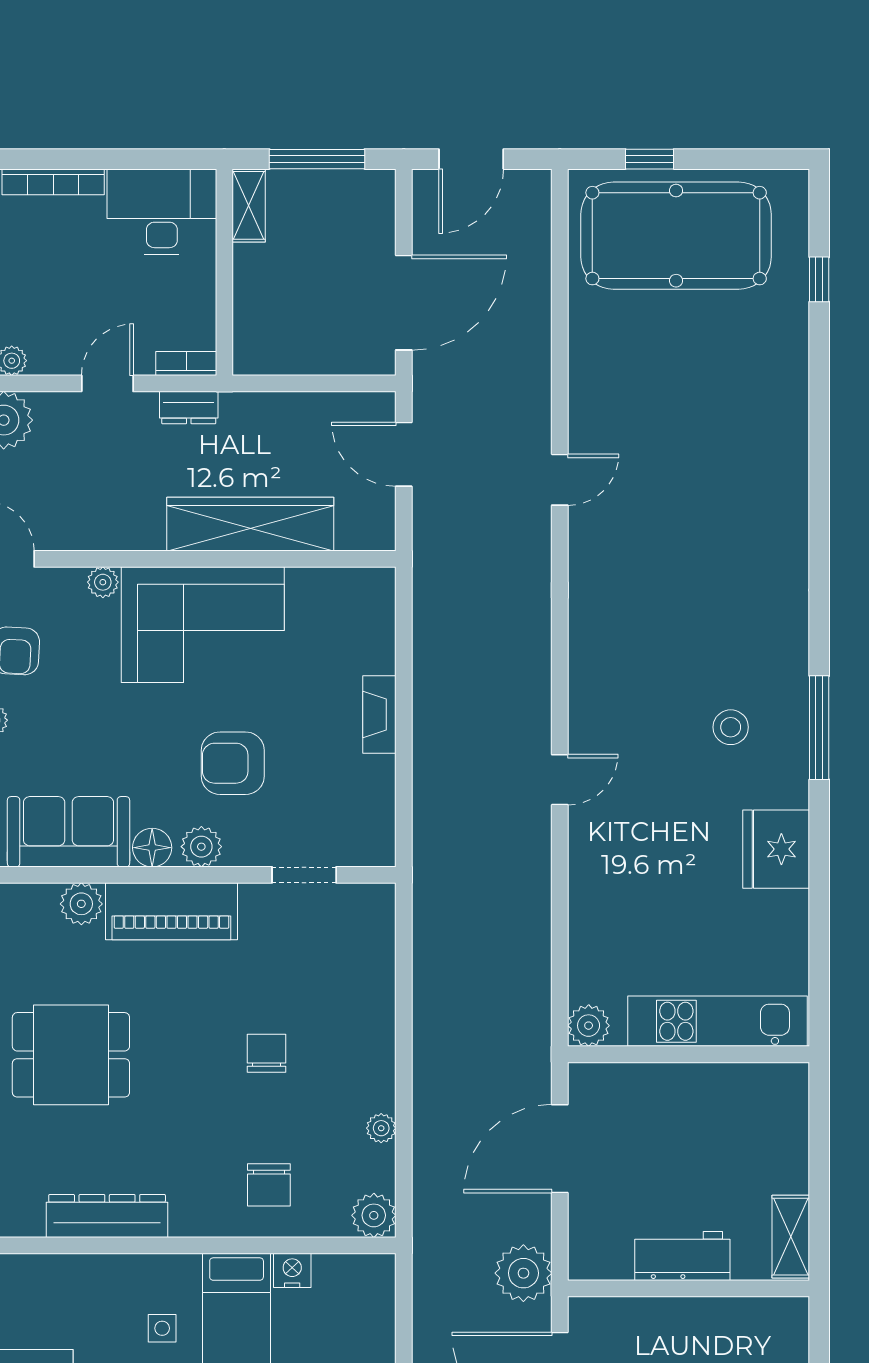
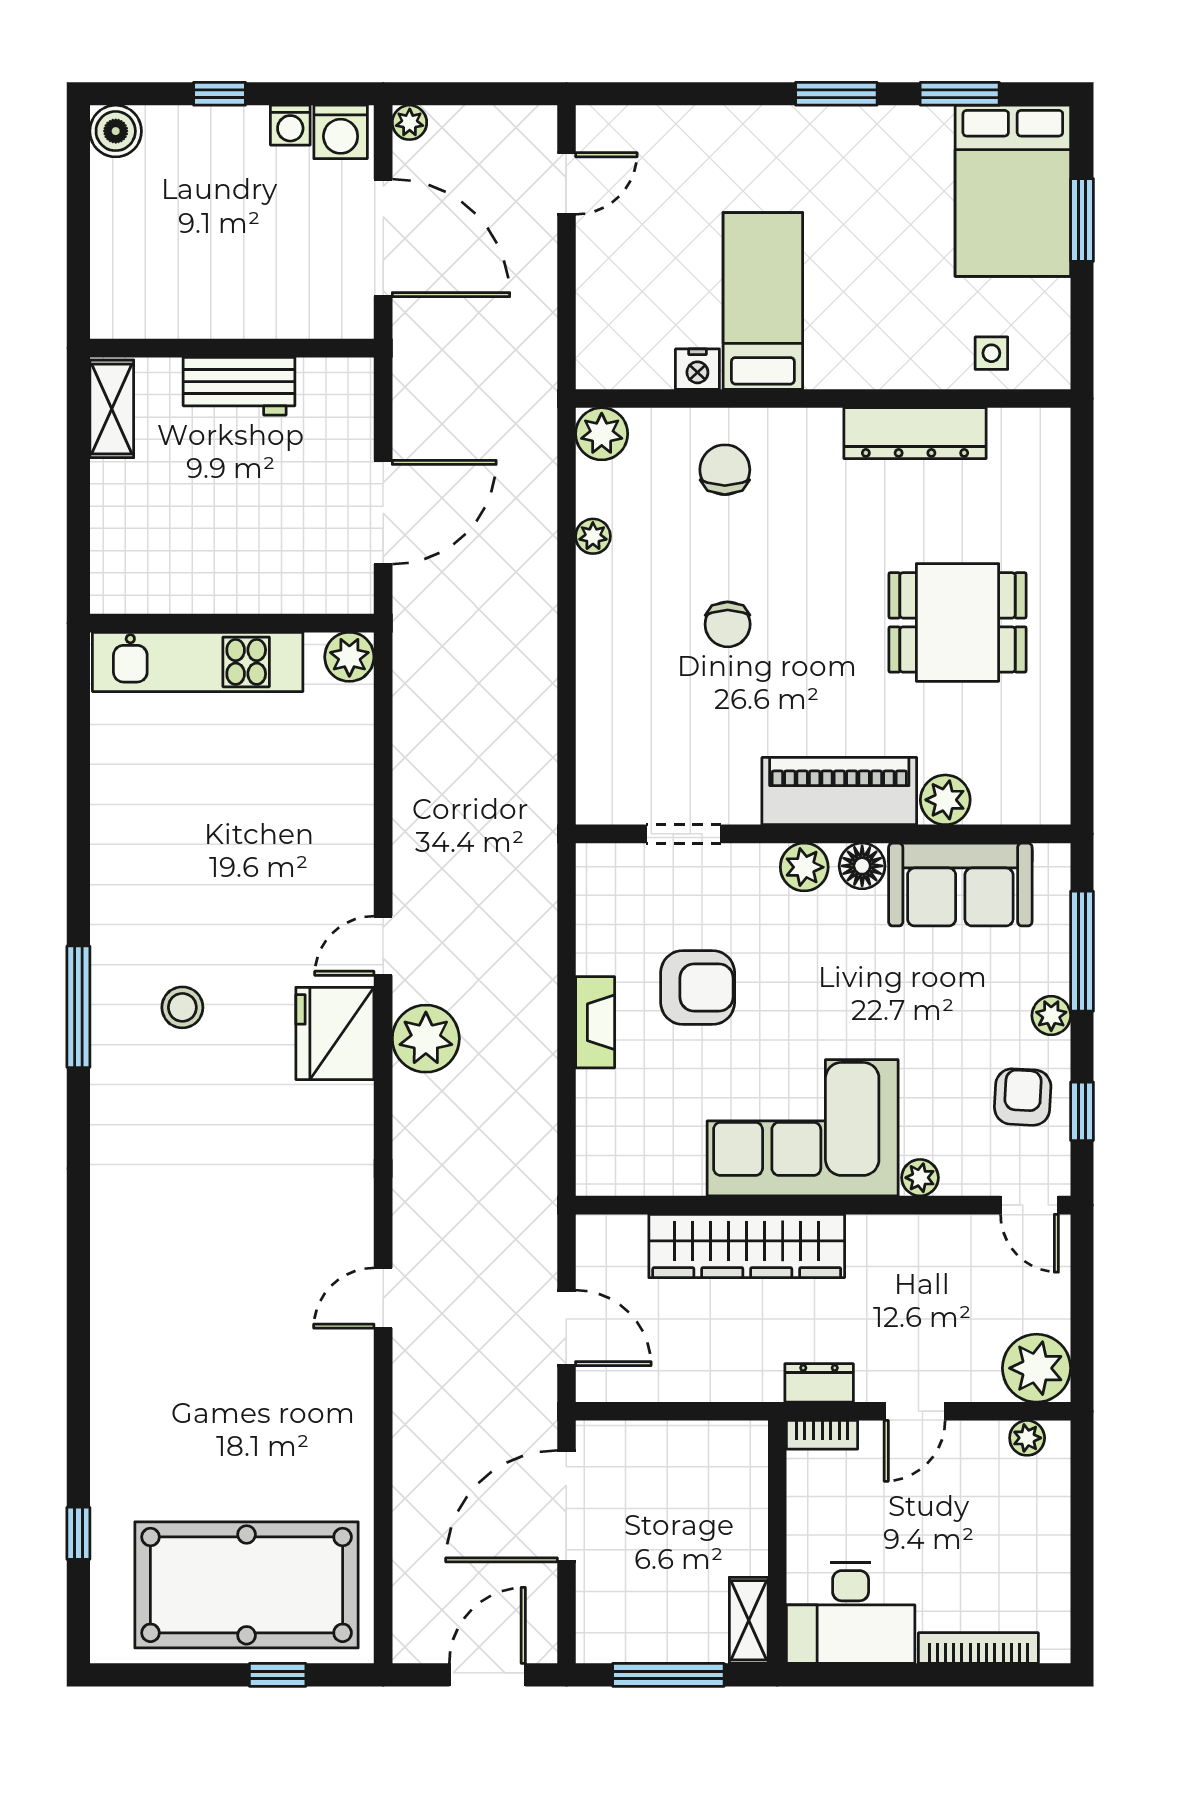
armchair: (233, 763) -> (698, 988), moved
fridge: (776, 849) -> (335, 1033), moved, turned 180
plant: (523, 1273) -> (426, 1039), moved
side table: (162, 1328) -> (991, 353), moved

